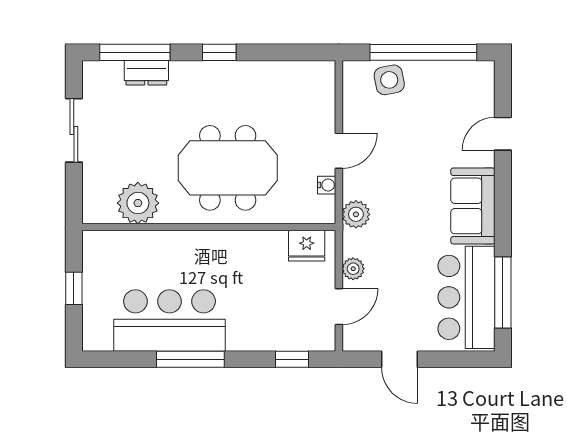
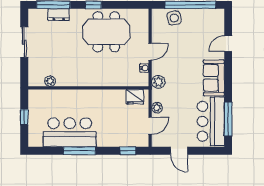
meeting table: (228, 168) -> (106, 32), moved
plant: (138, 203) -> (50, 81), width x0.53, depth x0.53

